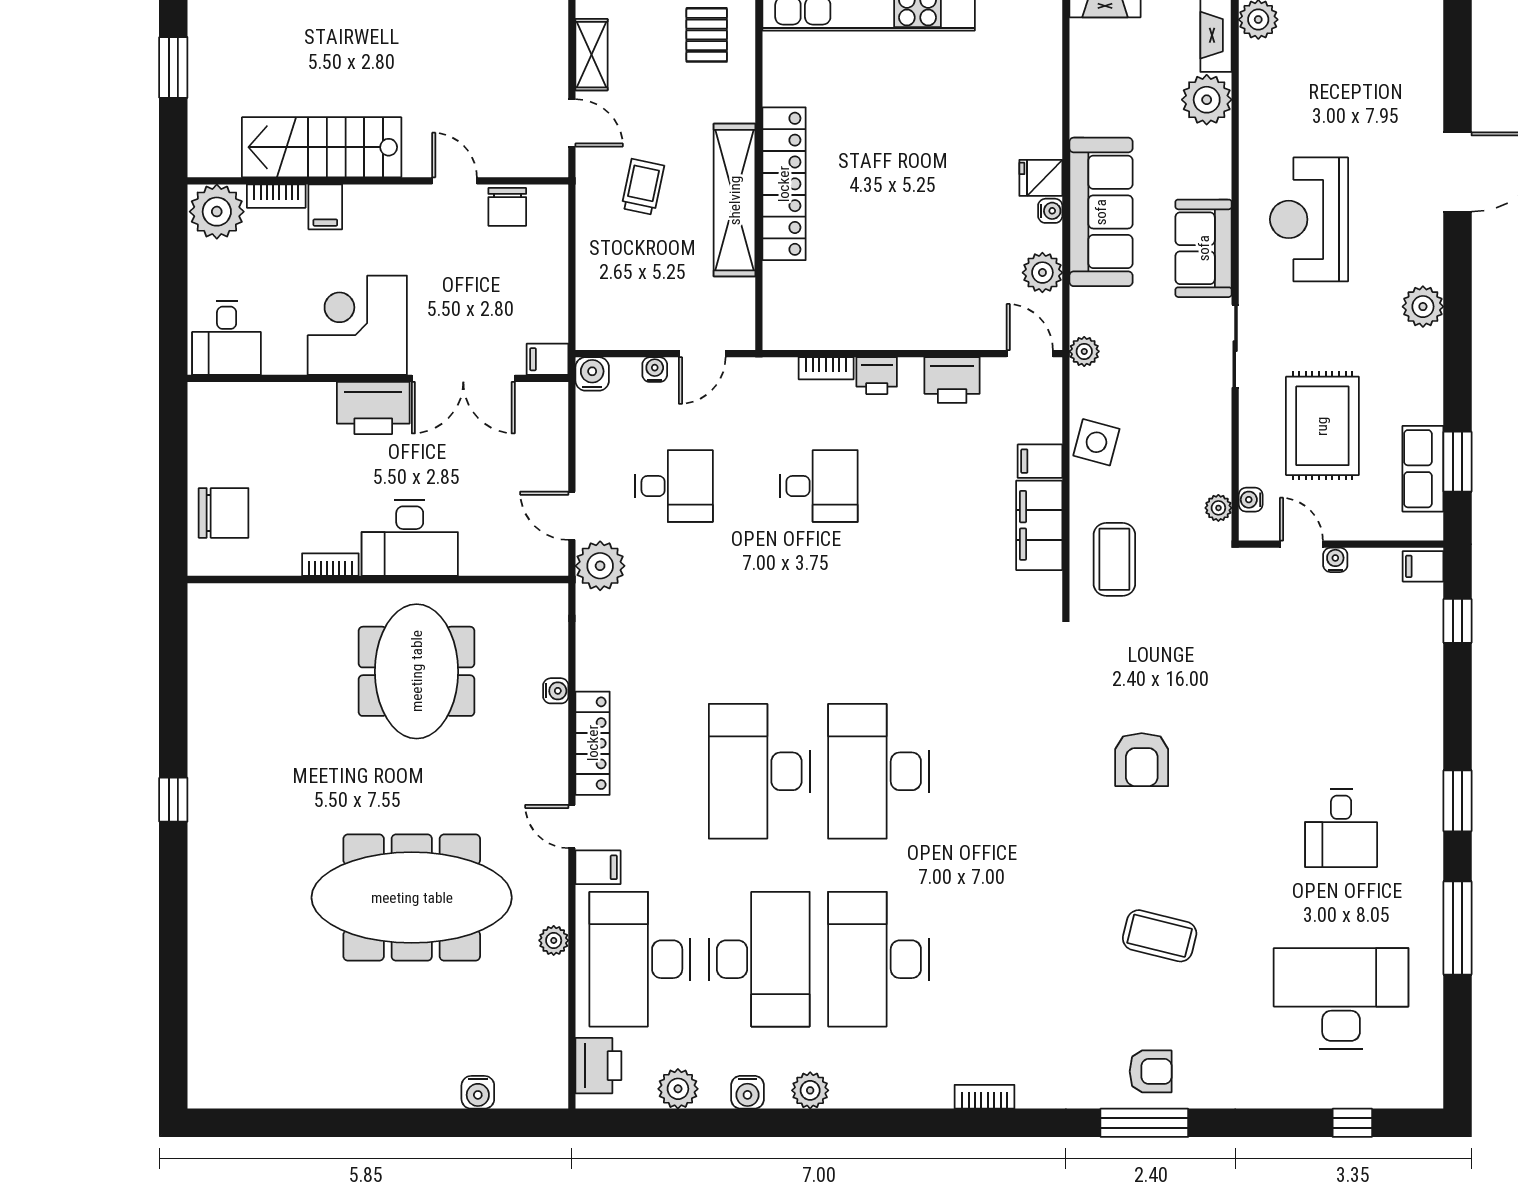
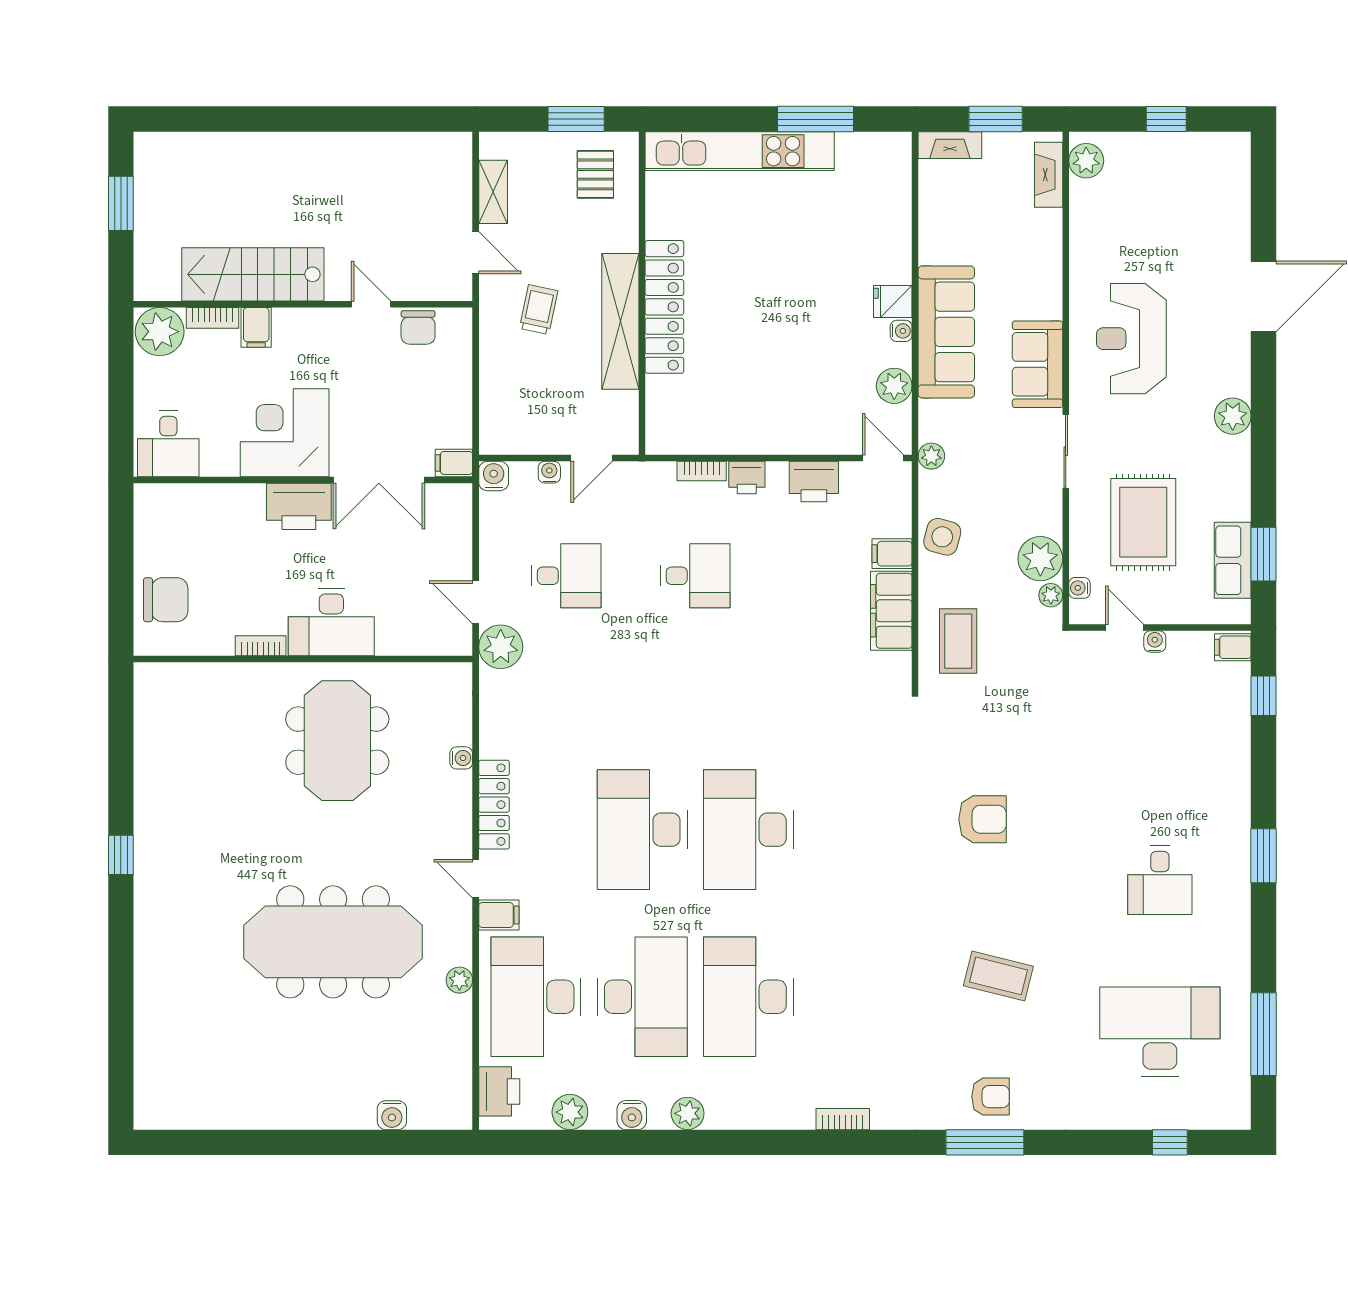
plant: (1207, 100) -> (1040, 559), moved
armchair: (1142, 760) -> (983, 819), turned -90
window: (1457, 928) -> (1263, 1034), moved

